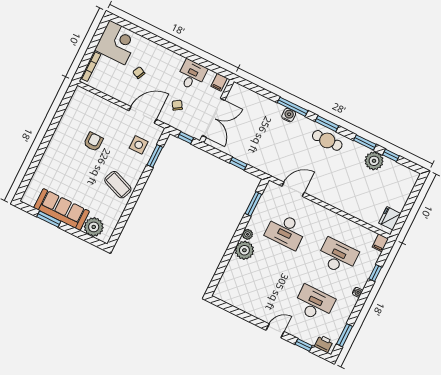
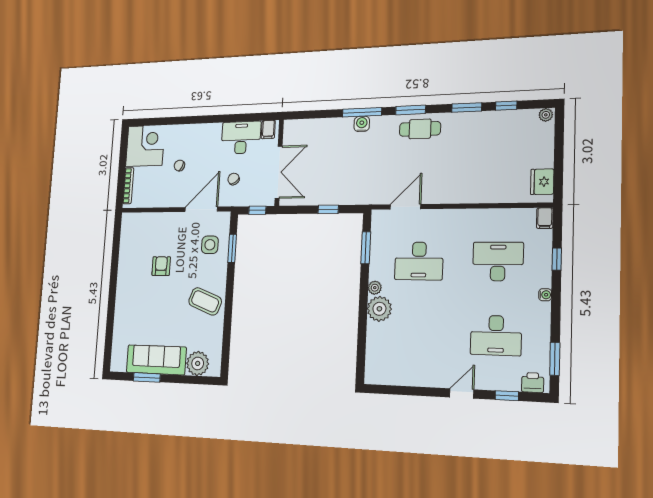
desk: (192, 75) -> (241, 138), width x1.37
plant: (374, 161) -> (546, 115), moved, width x0.53, depth x0.53
desk: (314, 304) -> (496, 335), turned 180

